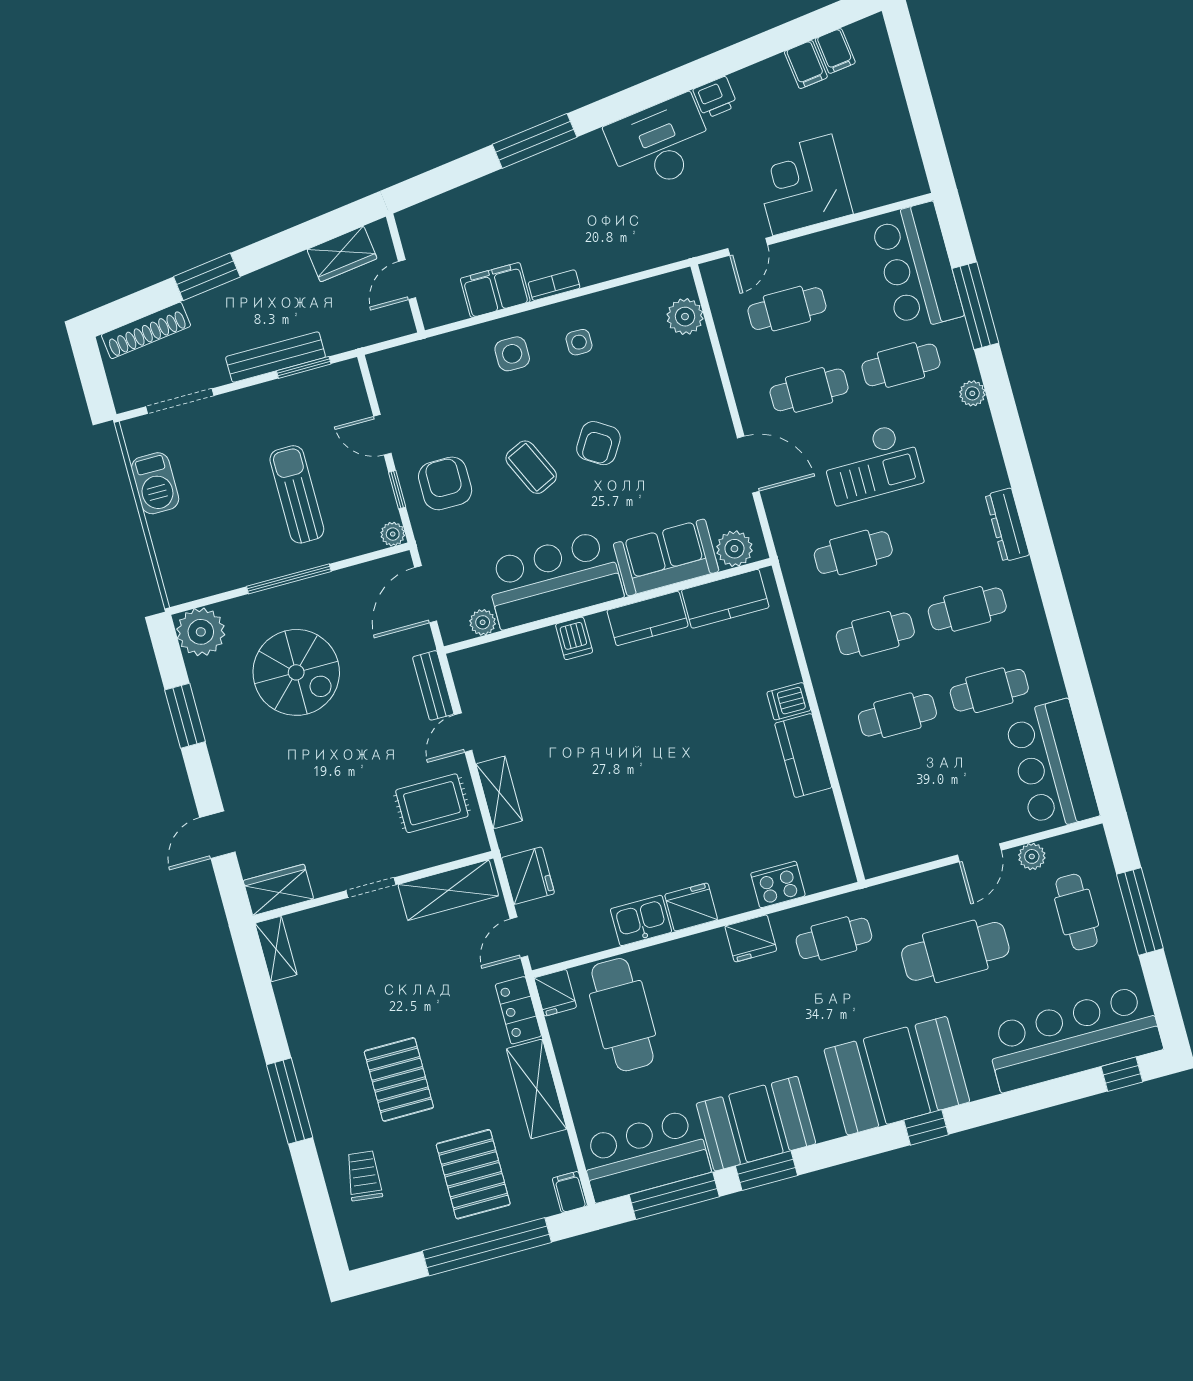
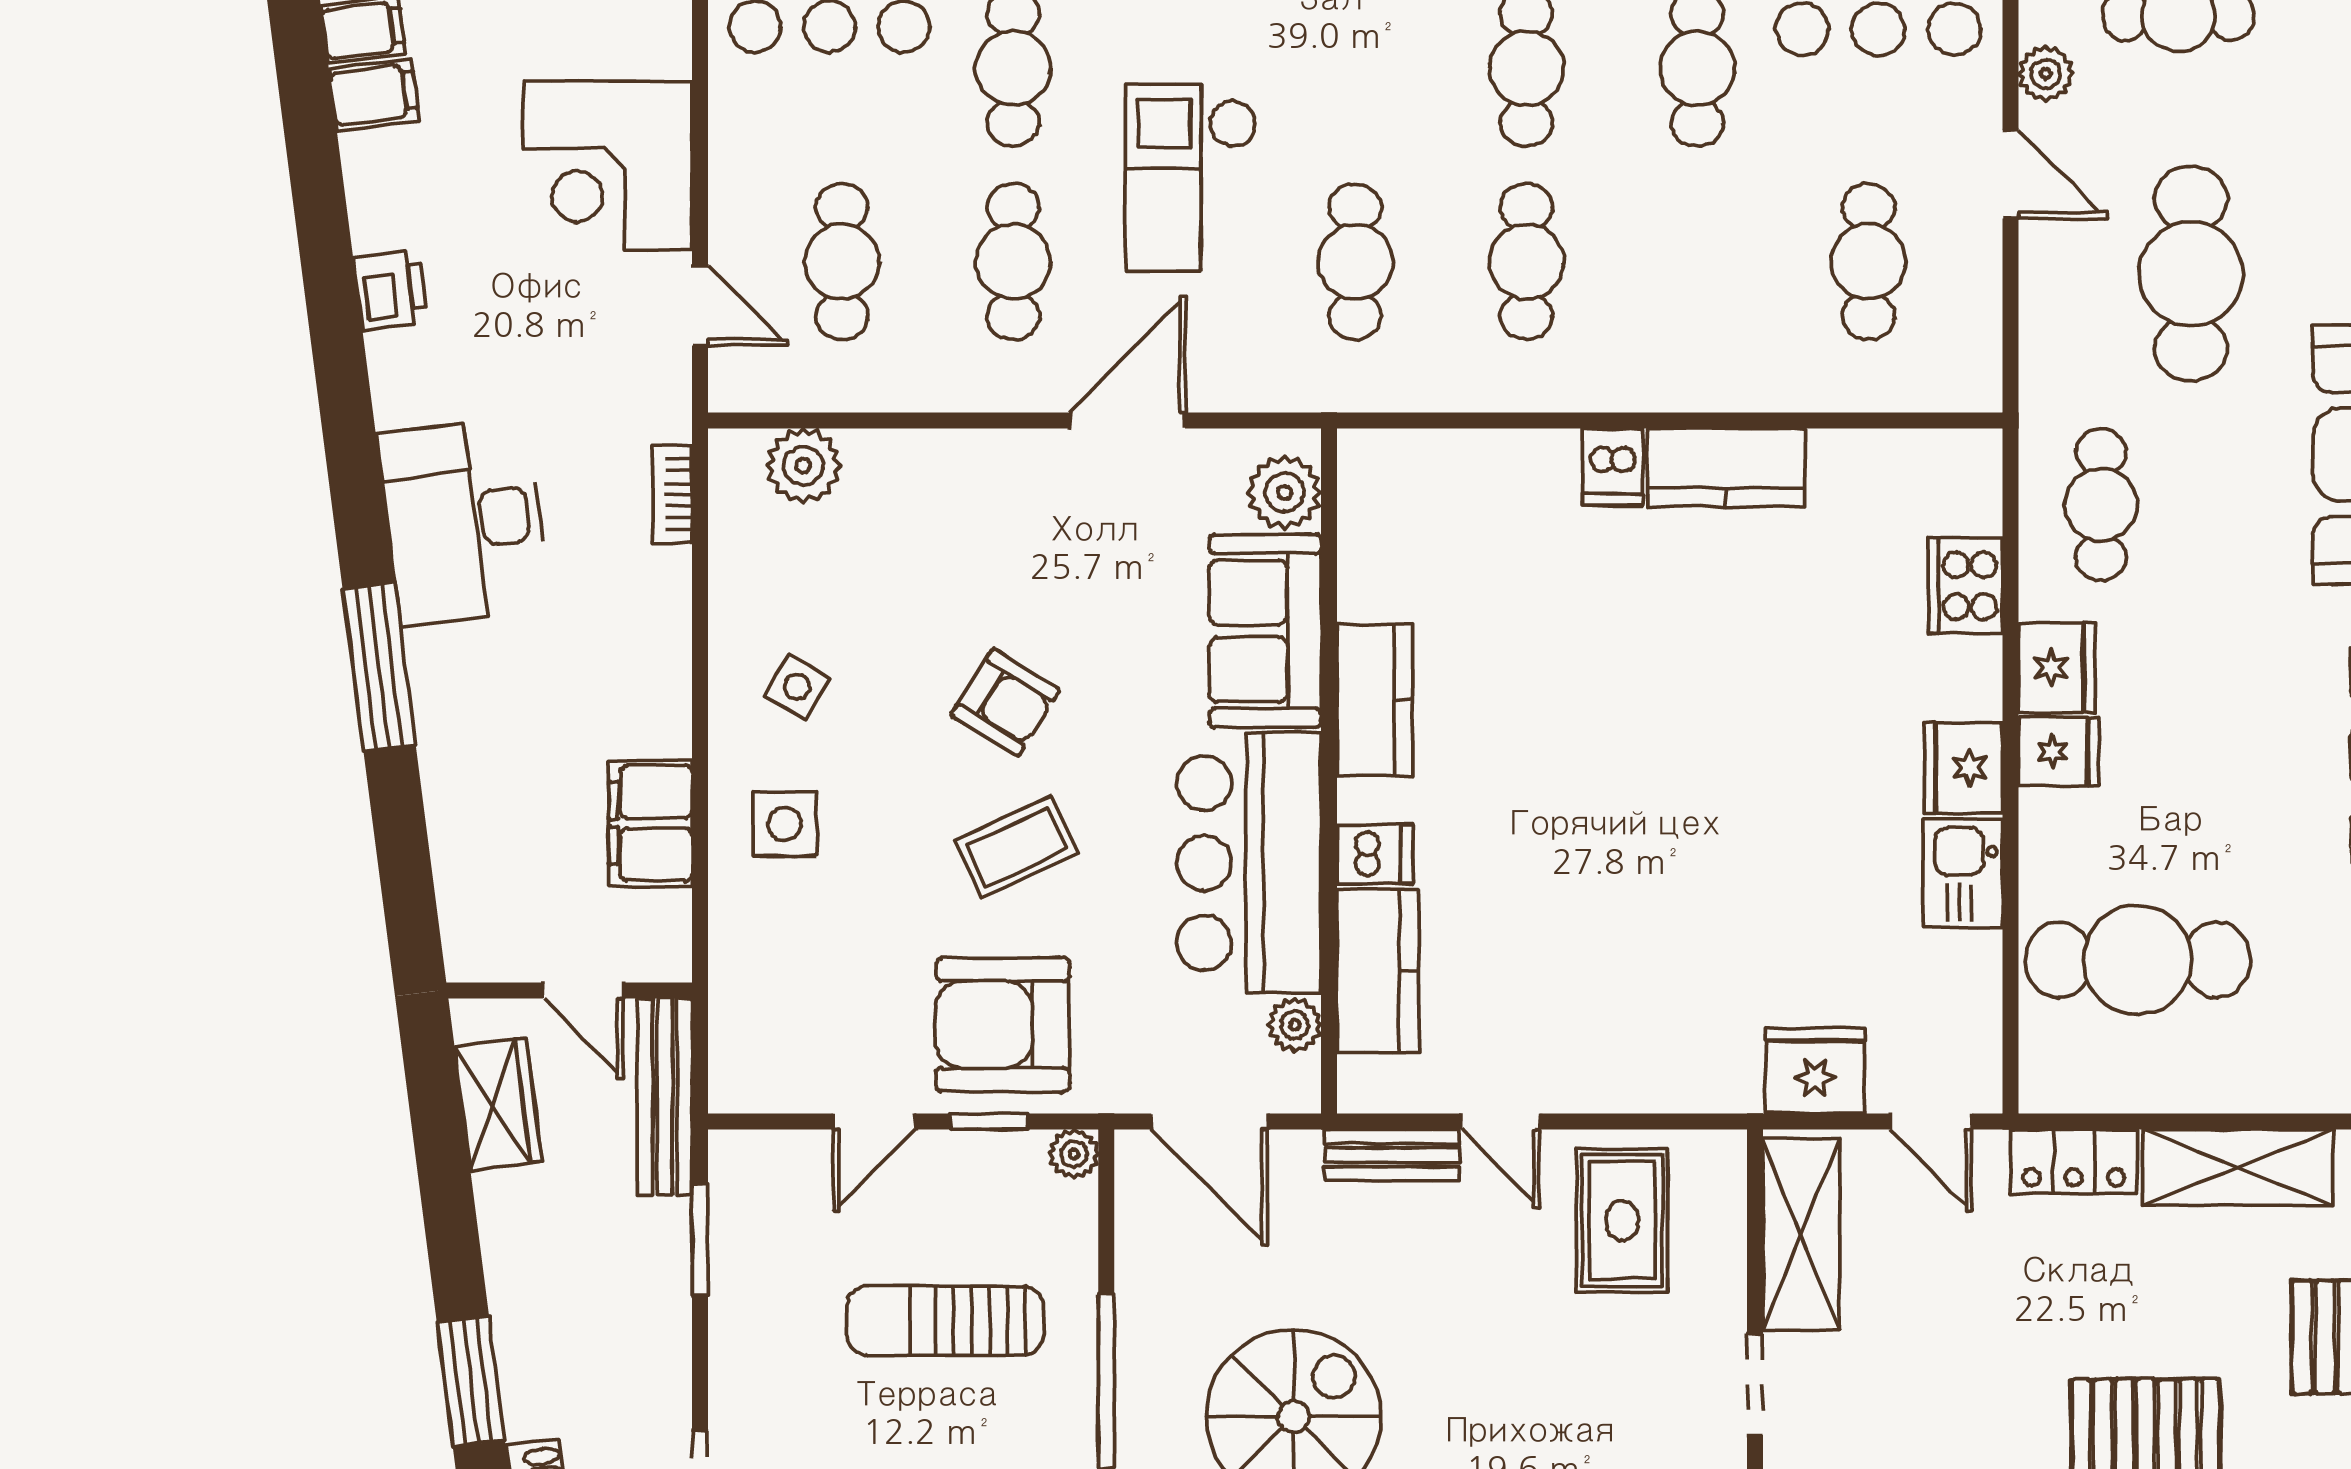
desk: (660, 143) -> (464, 521), moved
bookcase: (554, 285) -> (672, 494), moved
side table: (579, 342) -> (797, 687), turned 30
bench: (276, 357) -> (665, 1097), moved
checkout: (872, 463) -> (1191, 178), turned 180
armchair: (445, 483) -> (1003, 1024), width x1.36, depth x1.36
kitchen counter: (725, 599) -> (1378, 971), moved
cafe table: (897, 715) -> (1868, 262), moved
shelving: (499, 792) -> (1637, 1083), removed
fridge: (555, 993) -> (2059, 752), moved

